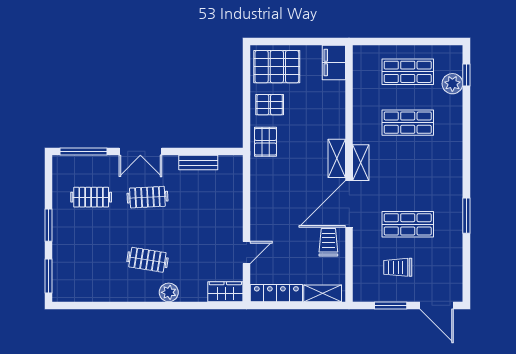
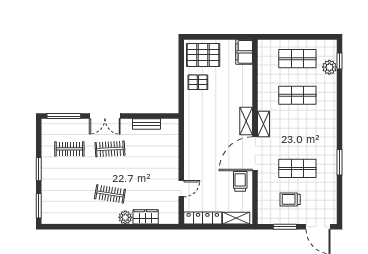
pallet: (265, 142) -> (195, 109), removed
wardrobe: (225, 292) -> (146, 217), moved

